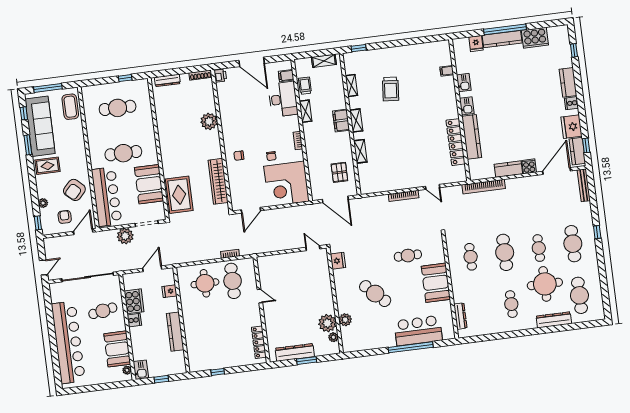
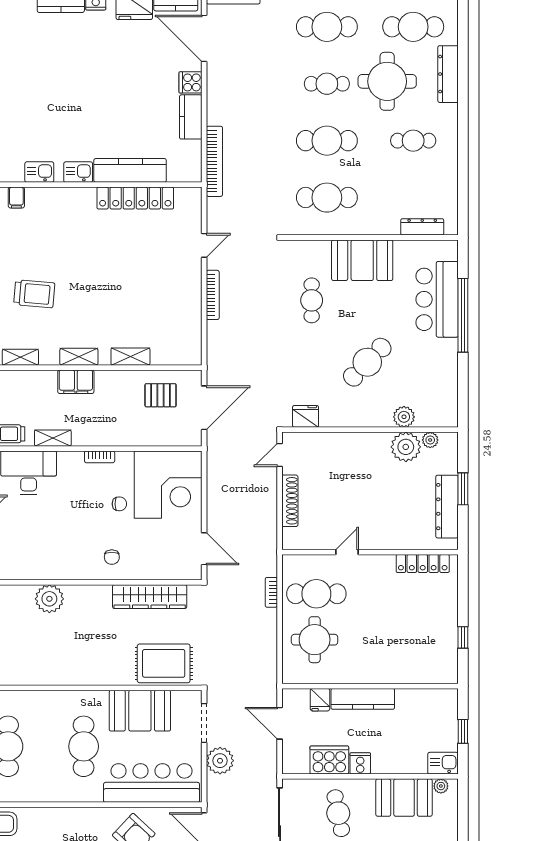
cafe table: (471, 257) -> (327, 198), width x1.37, depth x1.35
shoe rack: (286, 258) -> (290, 501), added
kitchen counter: (175, 332) -> (363, 699), moved

